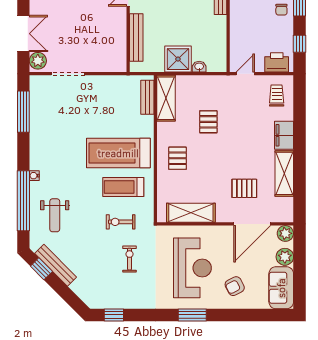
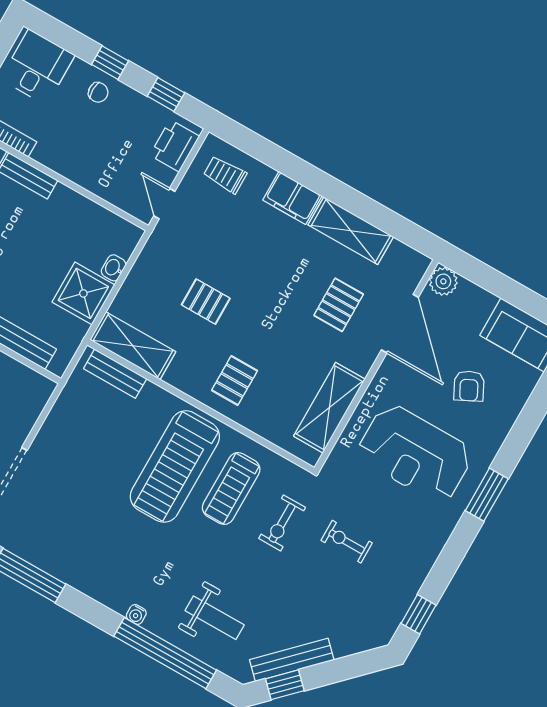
pallet: (178, 158) -> (235, 380), turned 90
plant: (285, 257) -> (478, 302), removed
reception desk: (192, 268) -> (415, 453), turned 180
armchair: (235, 286) -> (469, 386), moved

